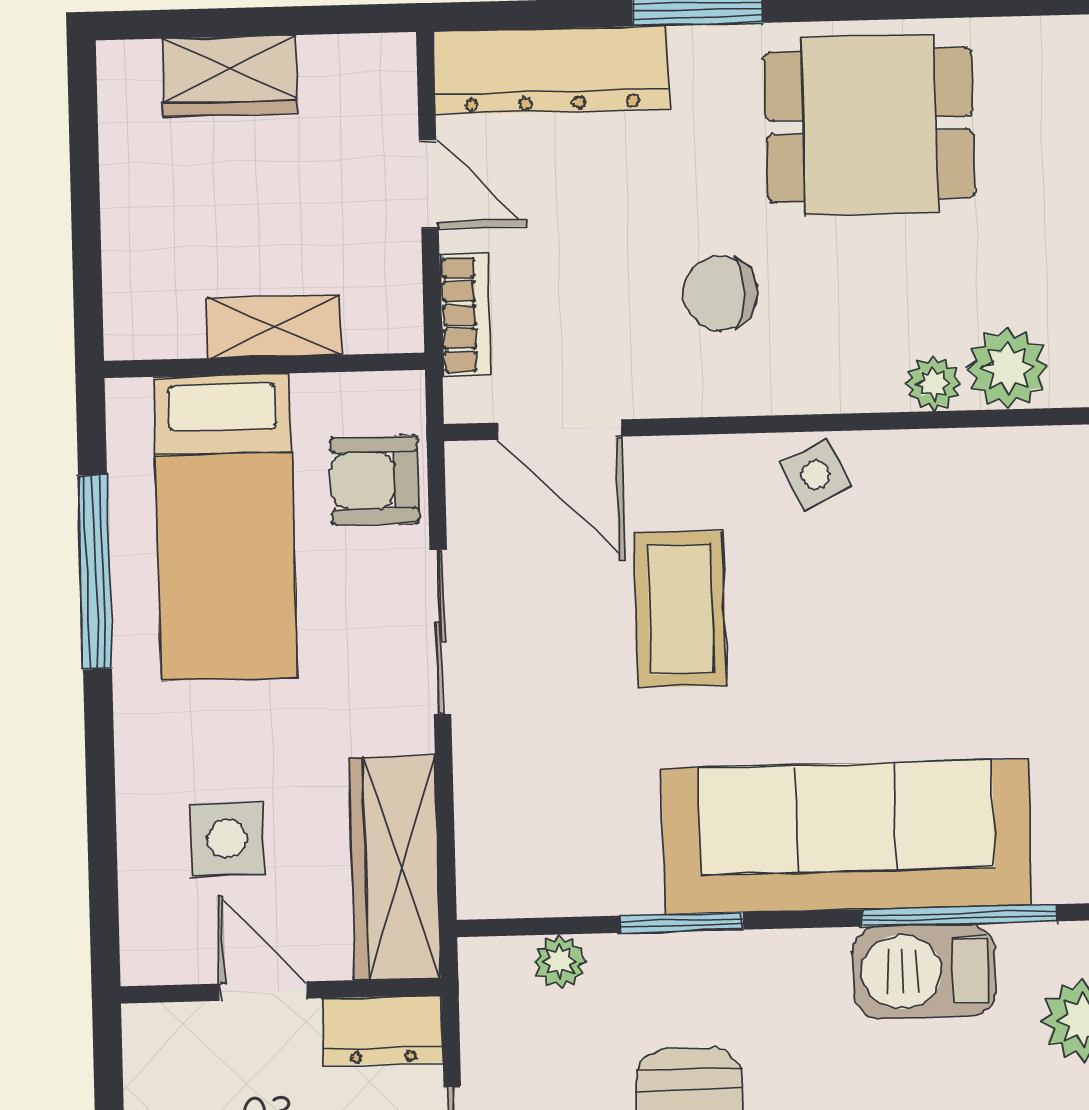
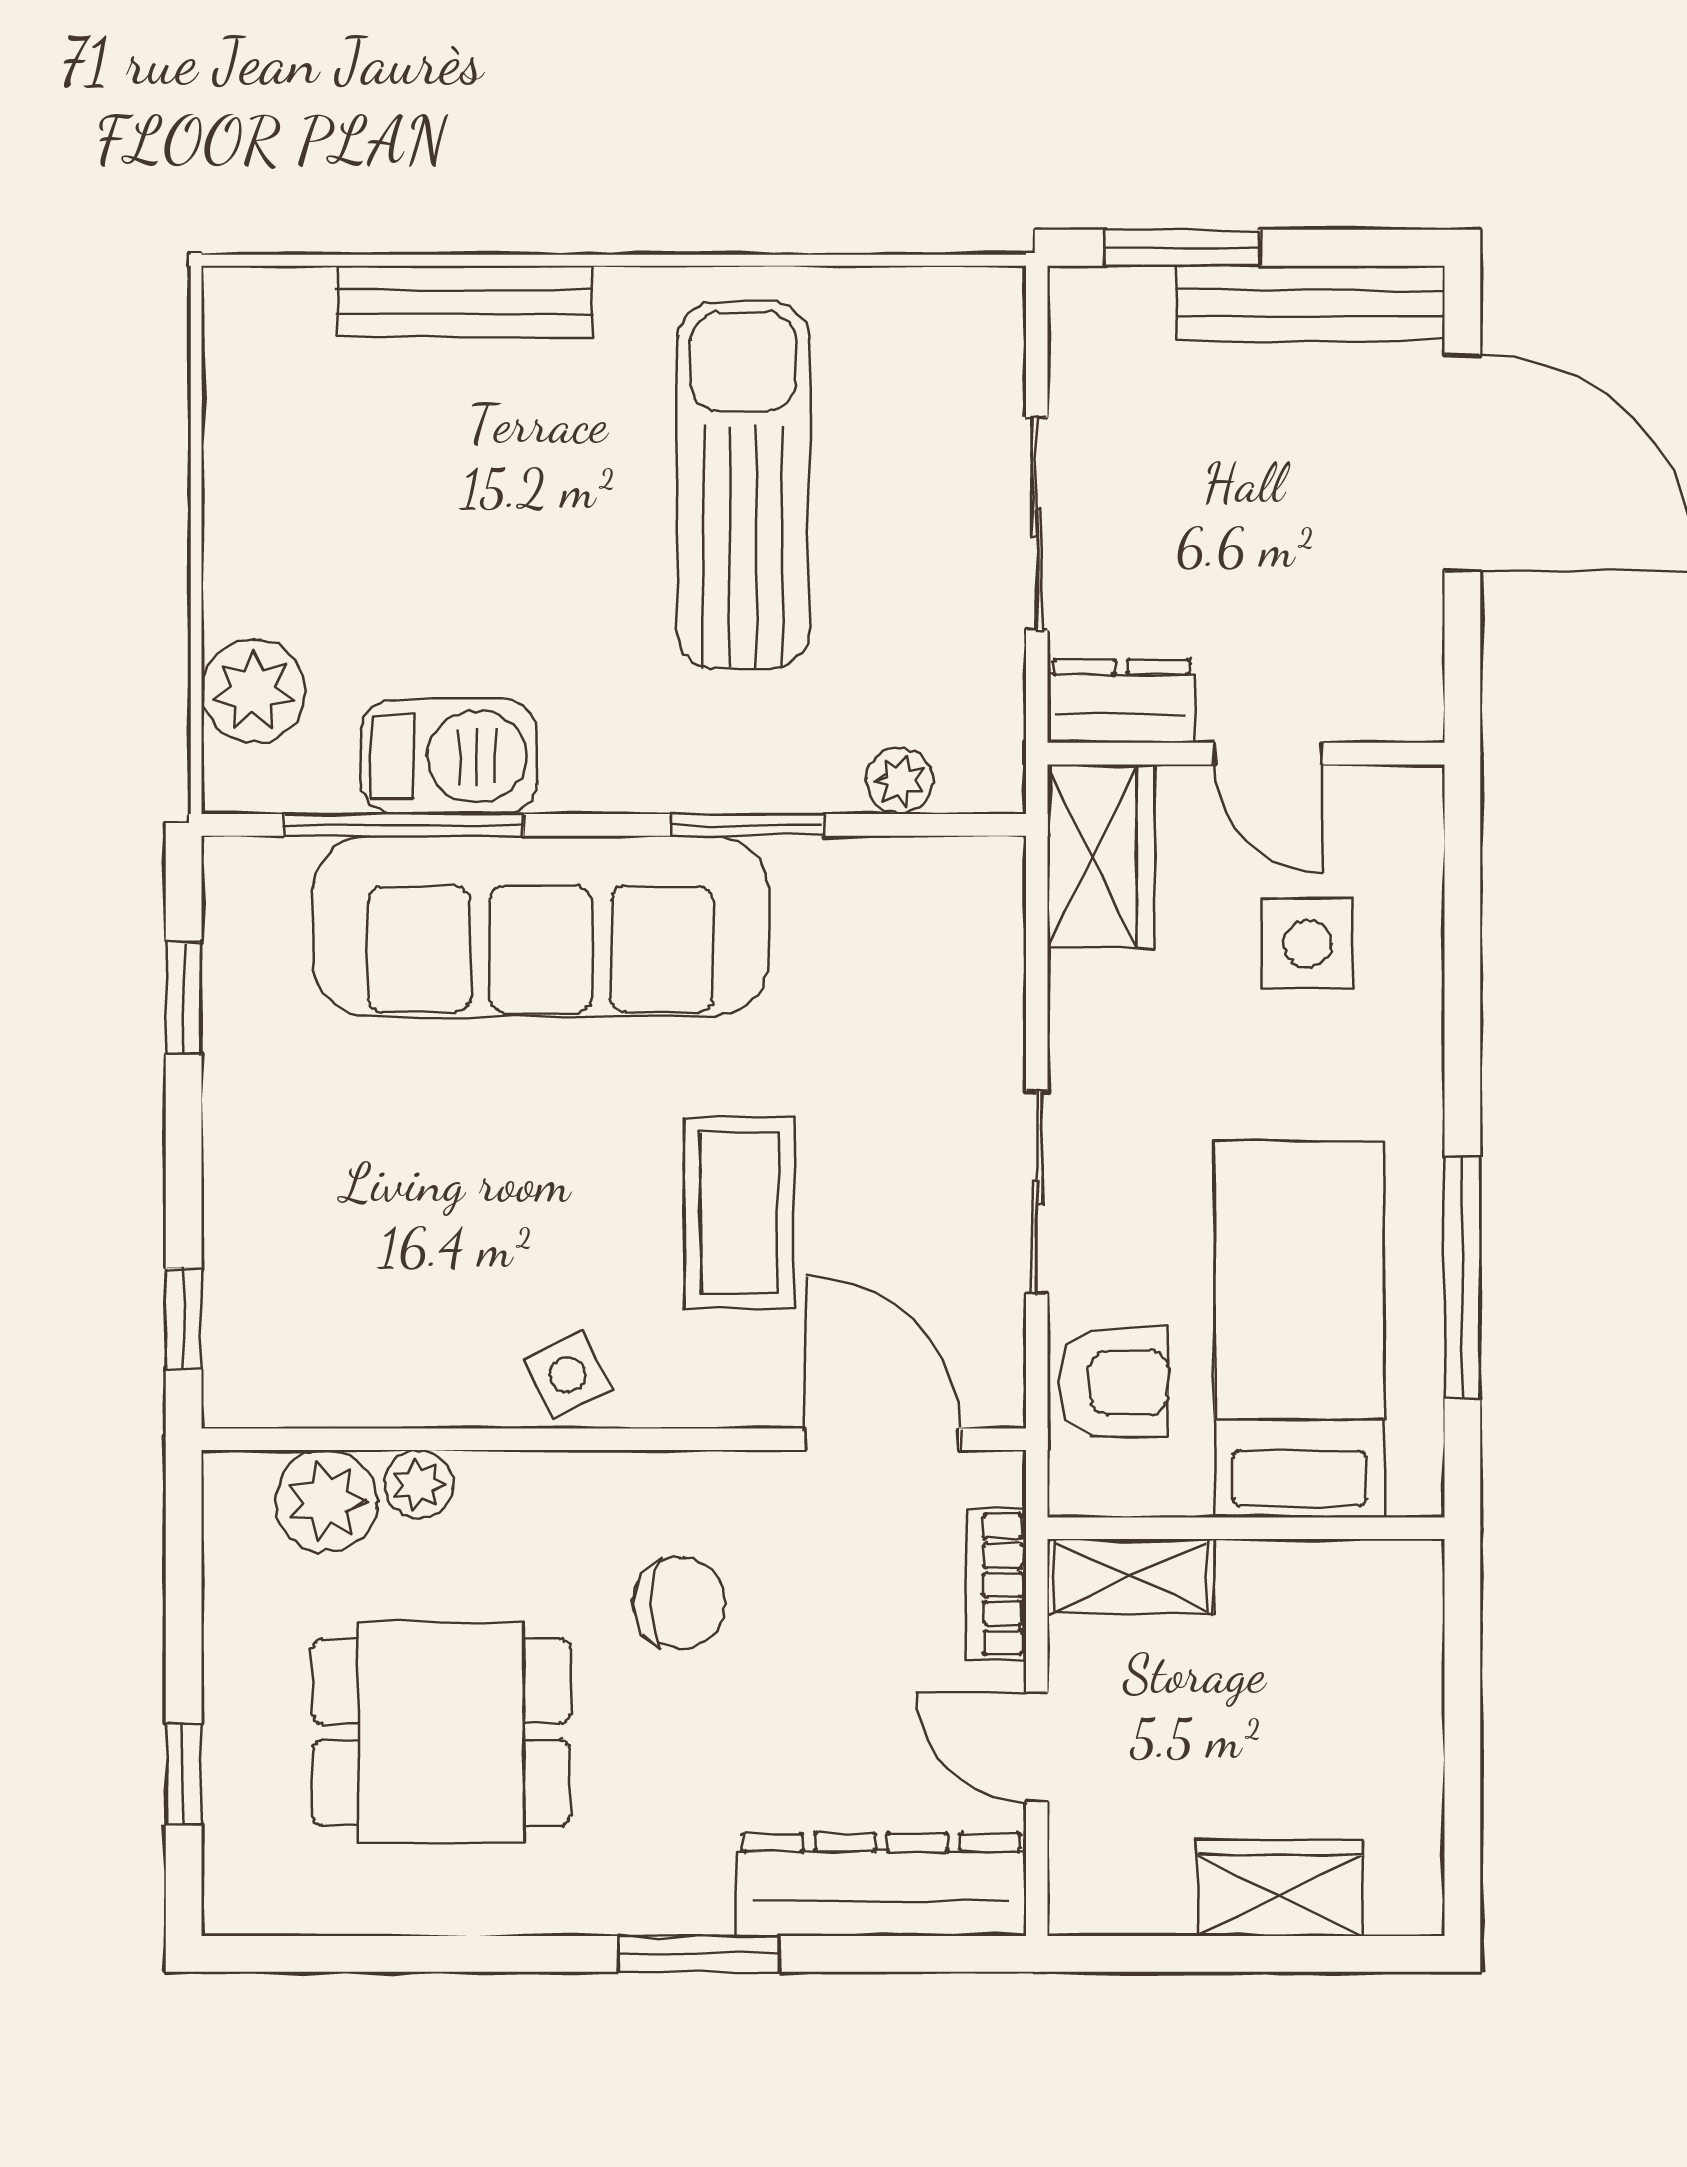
dining table: (870, 125) -> (441, 1732), moved
shelving: (274, 326) -> (1130, 1576), moved
wardrobe: (395, 868) -> (1101, 856), width x0.67

